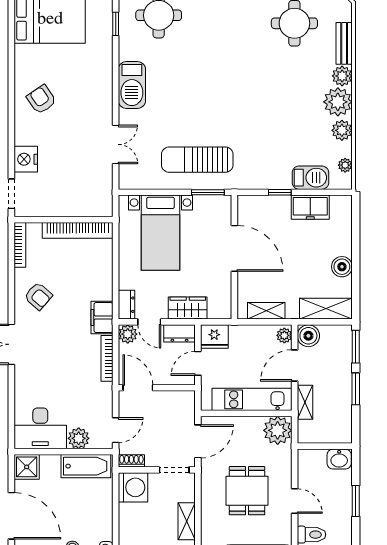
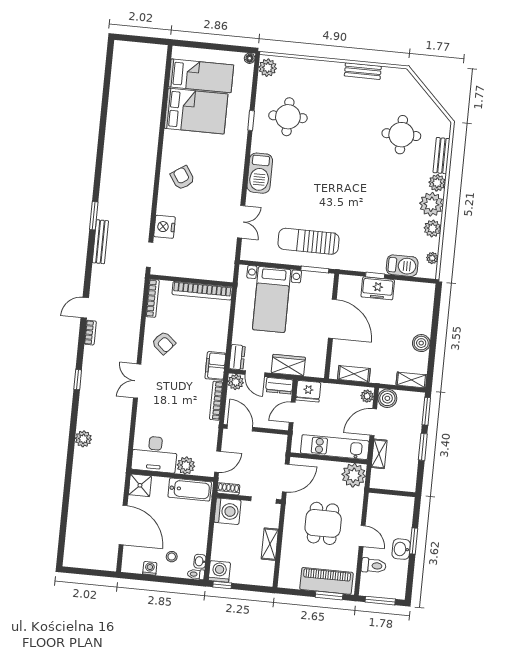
freezer: (310, 207) -> (378, 288), moved
shelving: (326, 309) -> (411, 380), width x0.67, depth x0.75
washbasin: (339, 459) -> (401, 549), moved, turned 90

